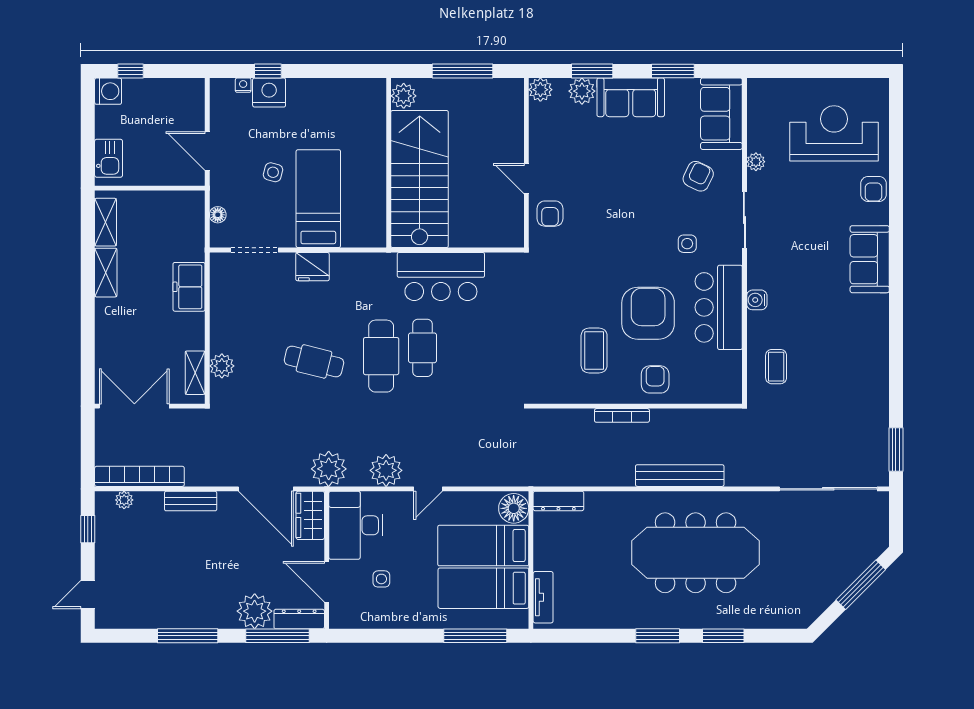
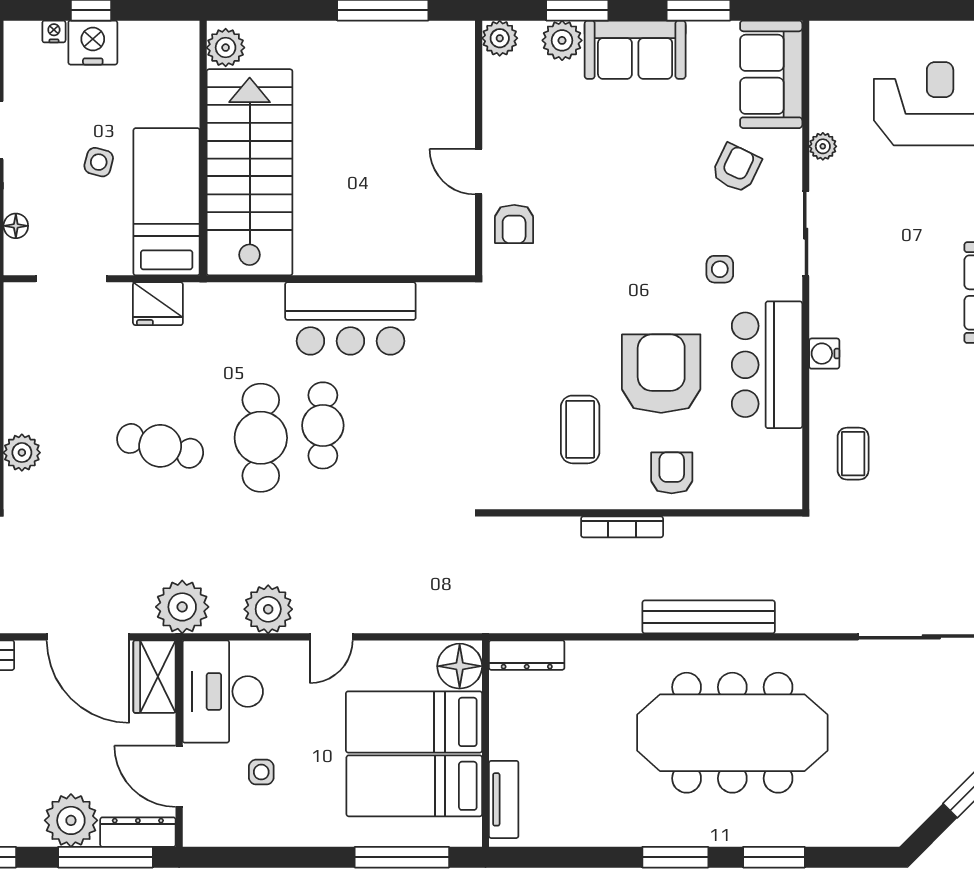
plant: (404, 96) -> (226, 48), moved
wall: (389, 163) -> (203, 148), moved
stairs: (420, 179) -> (250, 172), moved

